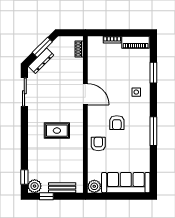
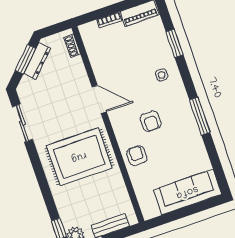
dresser: (41, 61) -> (37, 61), moved
rug: (57, 131) -> (79, 157), width x1.86, depth x2.06
plant: (94, 186) -> (150, 210), removed

